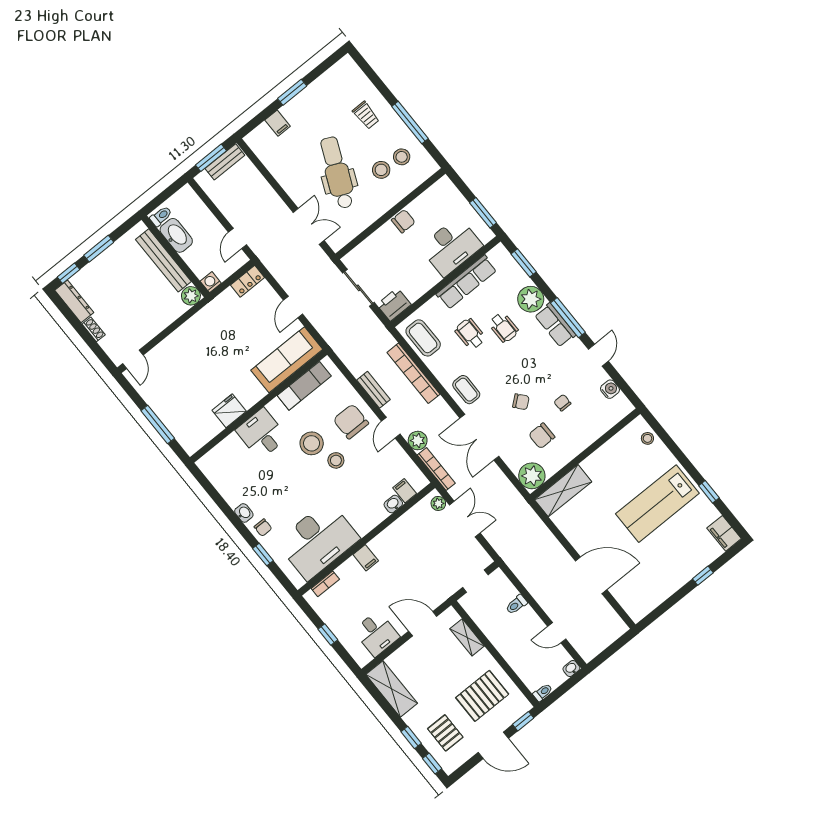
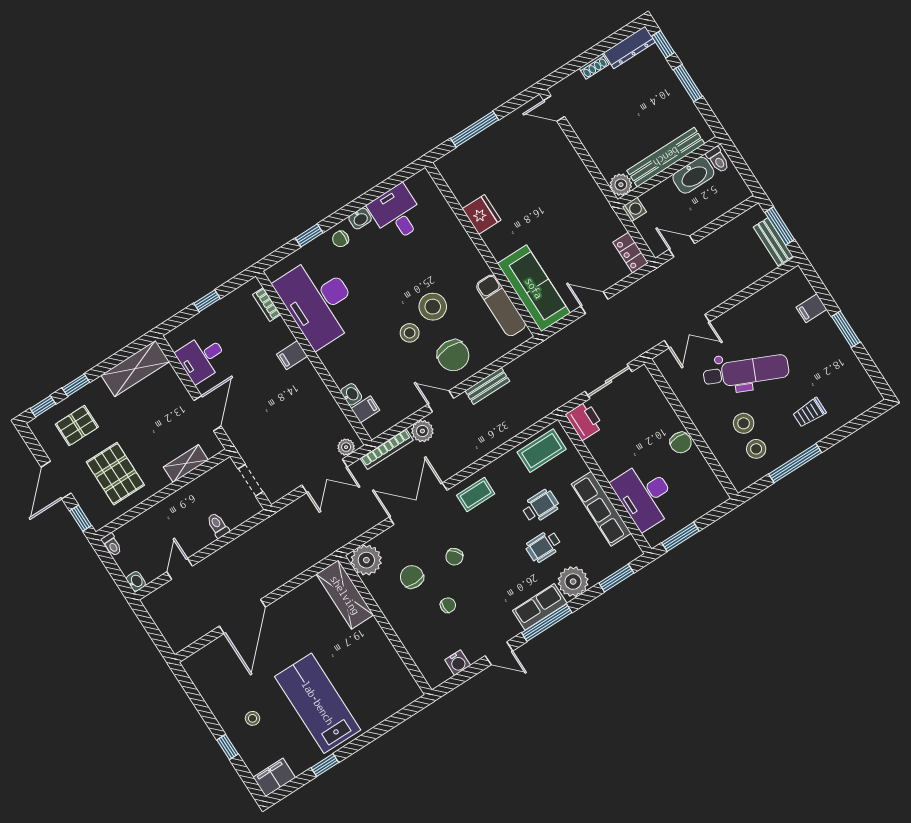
bookcase: (413, 373) -> (501, 435), removed
chair: (351, 421) -> (453, 355), turned 90
desk: (262, 434) -> (397, 213), moved, turned -90
stool: (647, 438) -> (252, 718), moved

